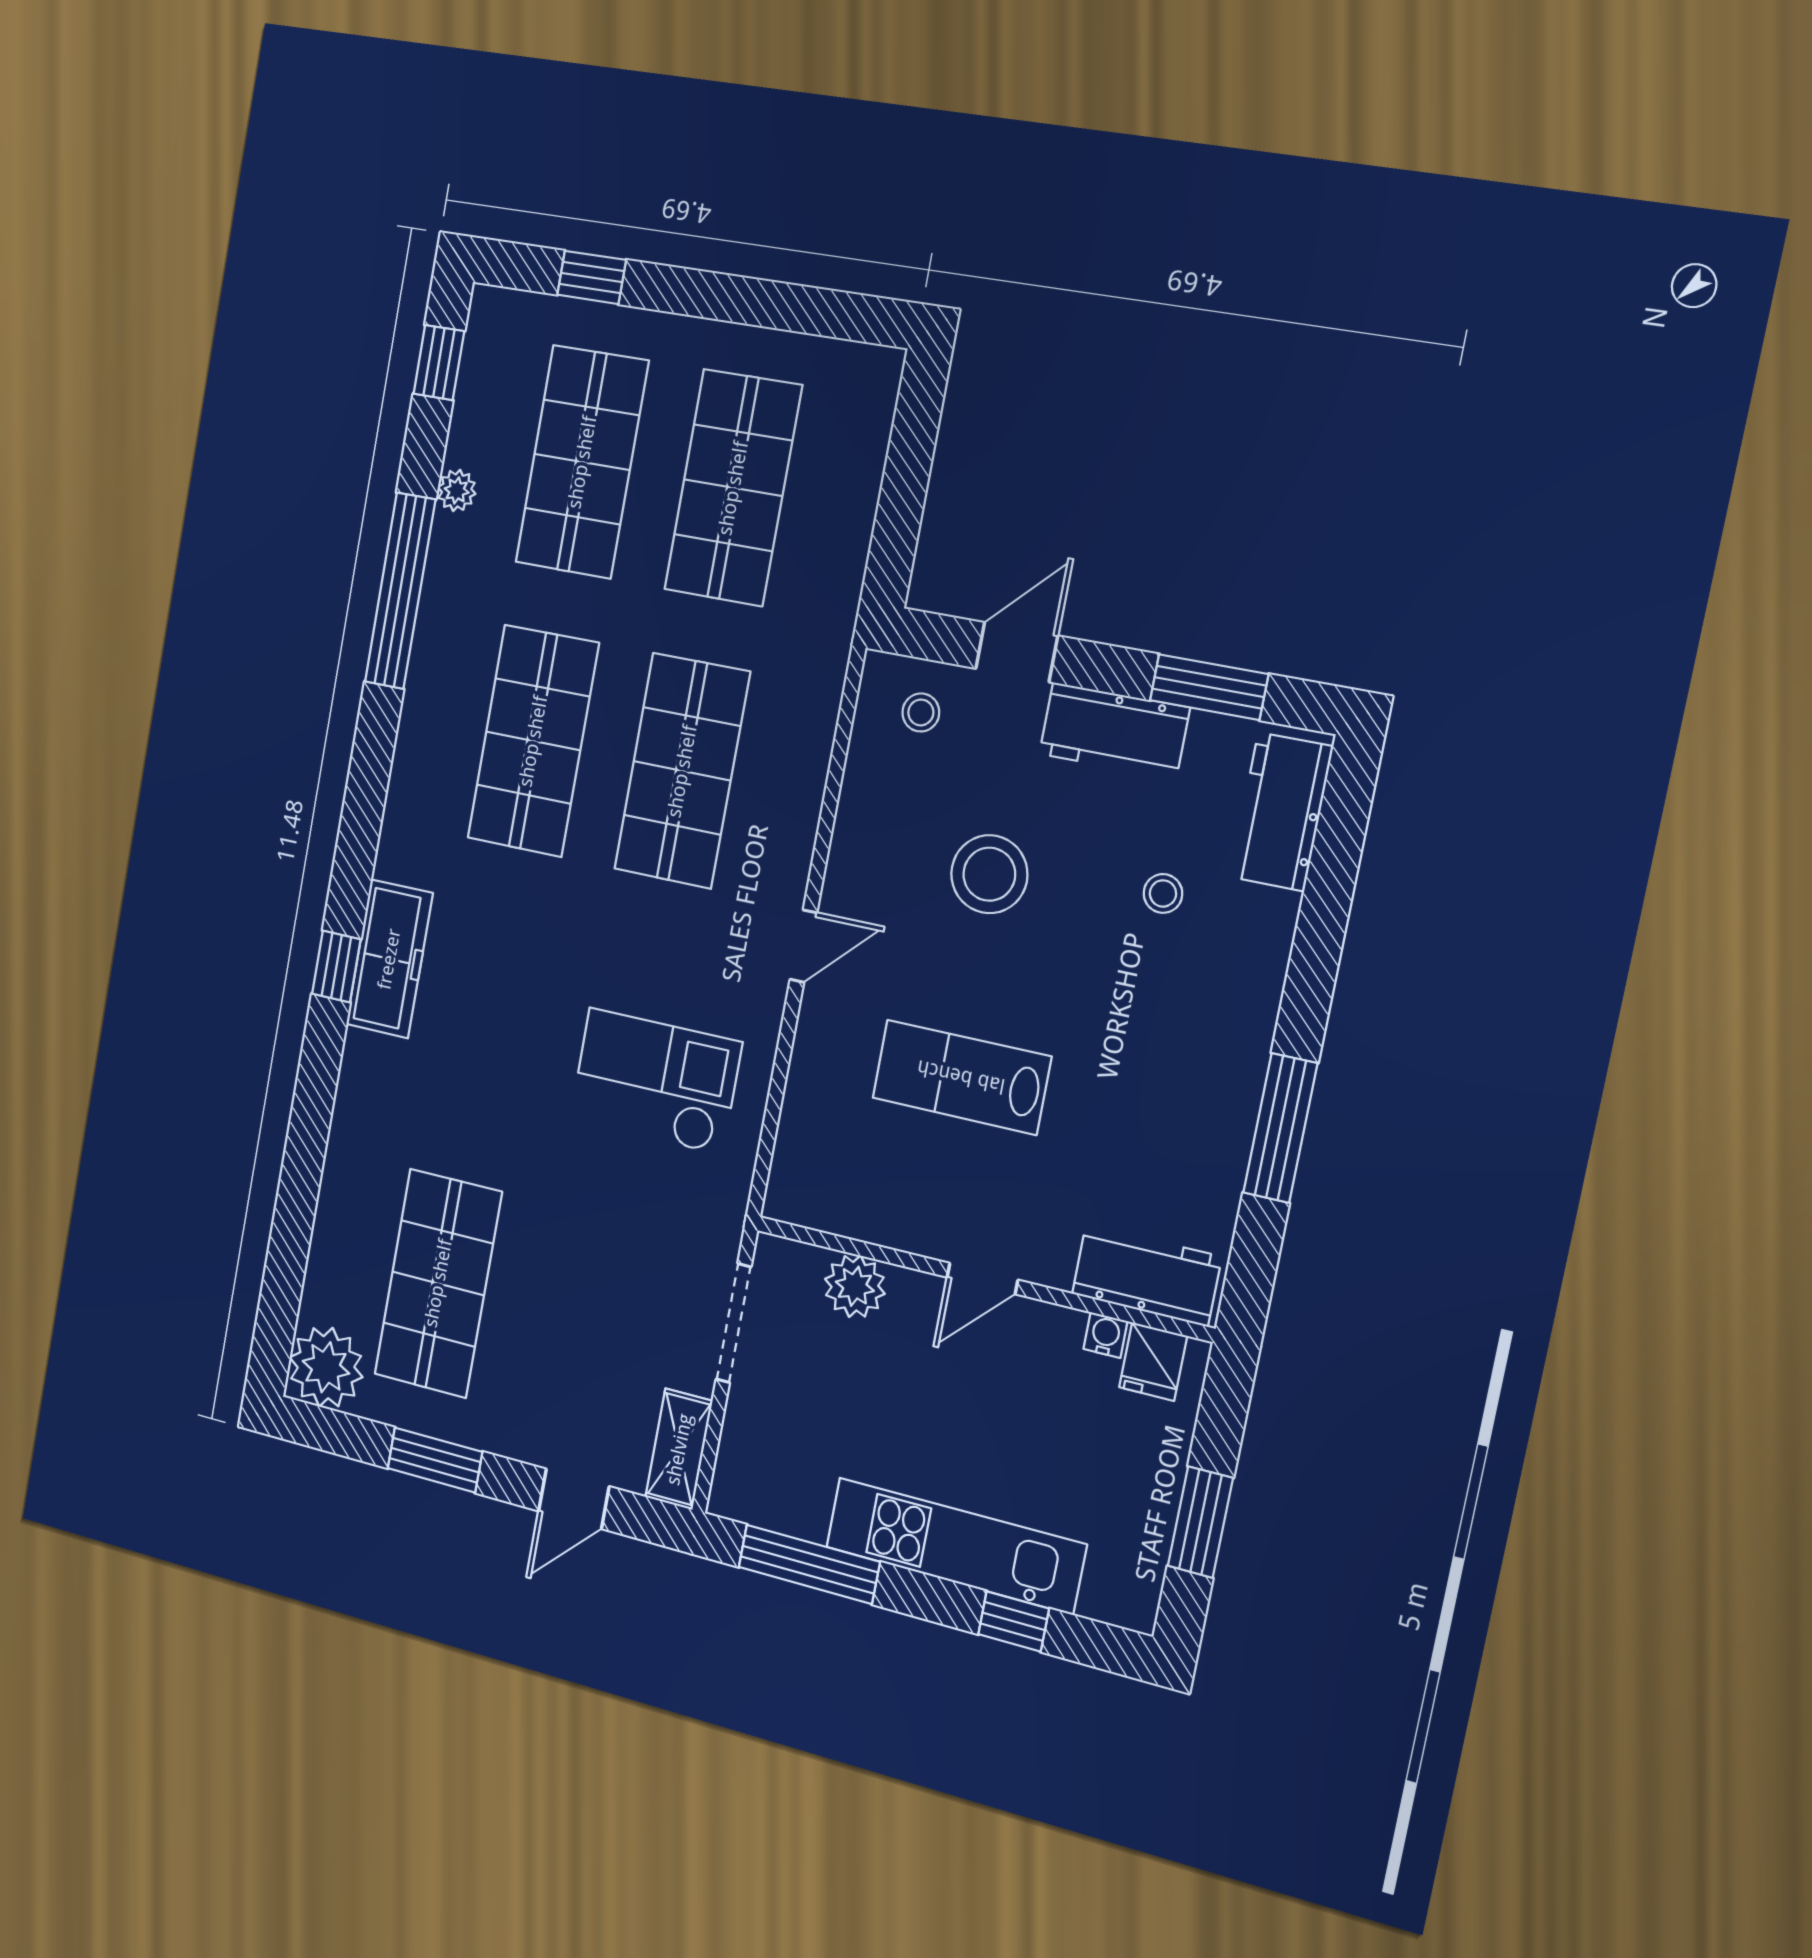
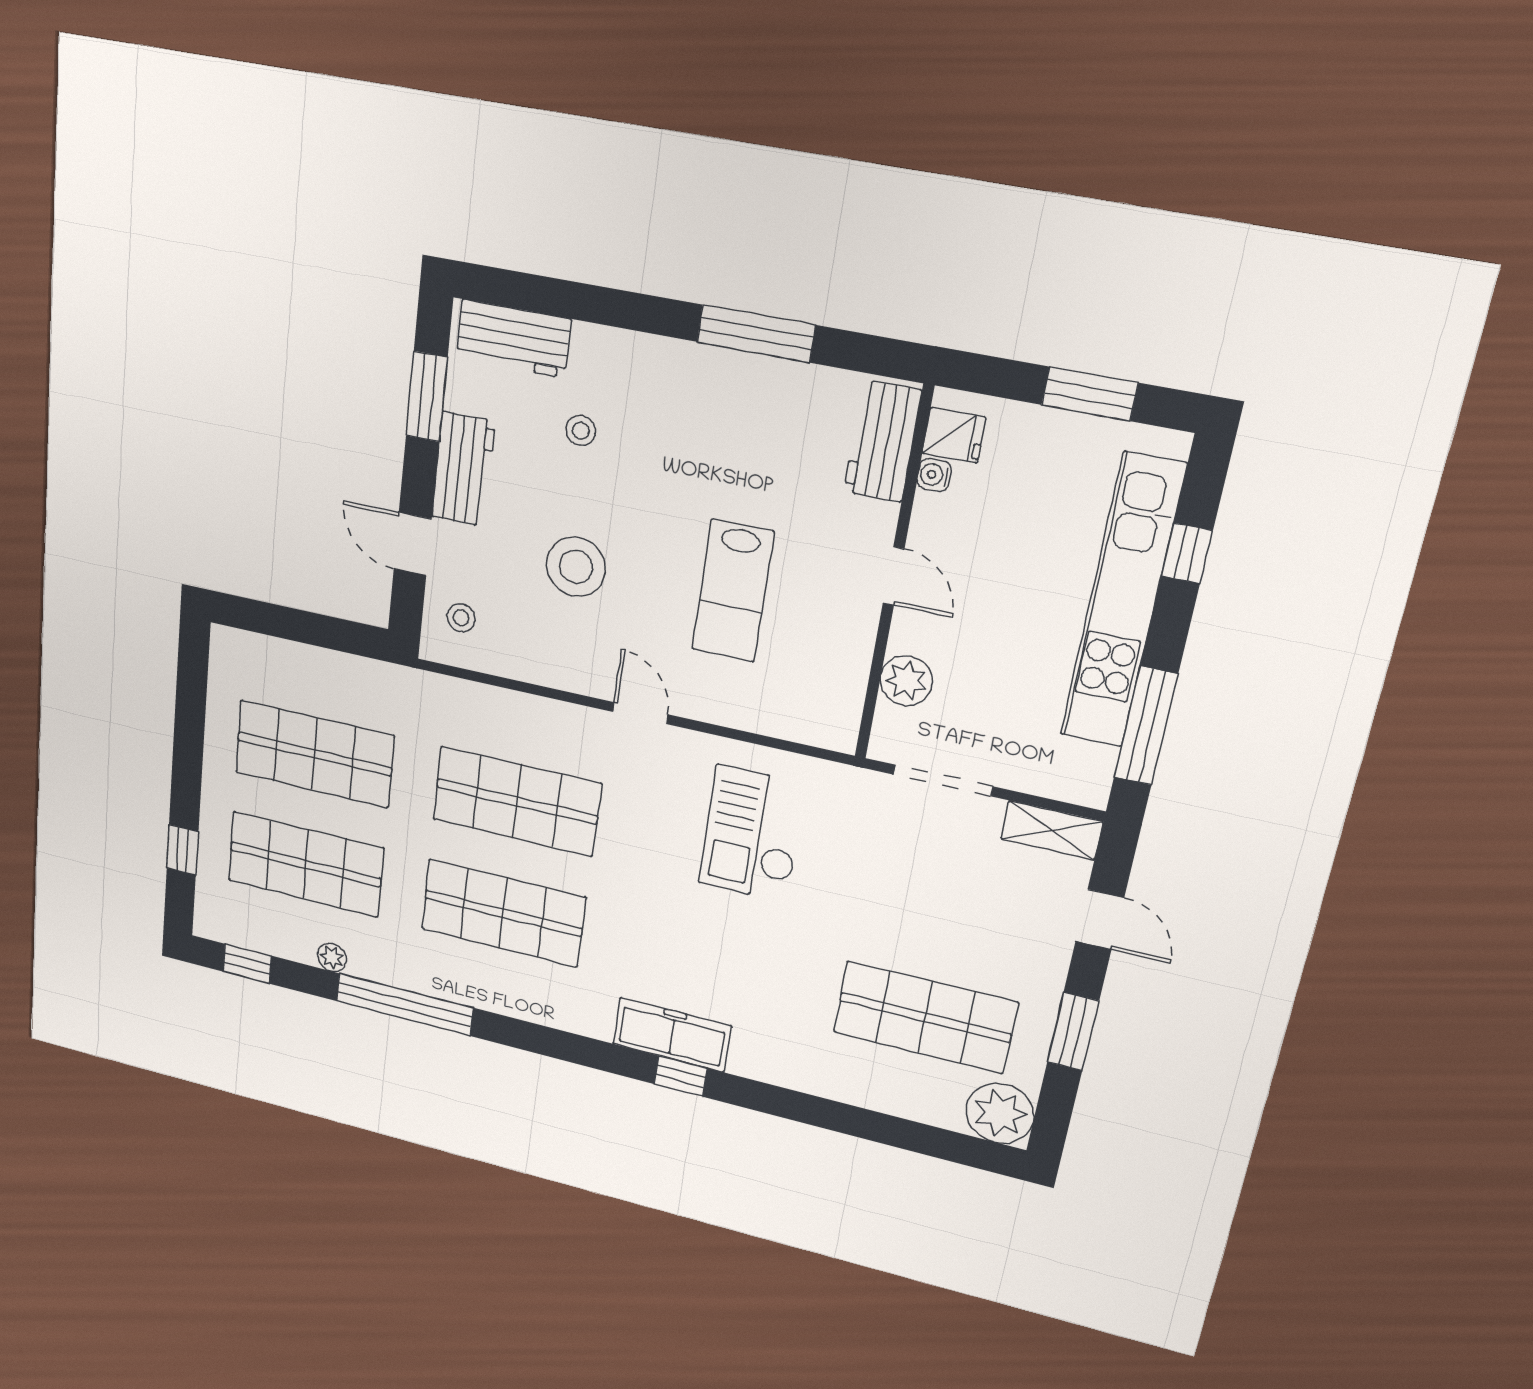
kitchen unit: (955, 1546) -> (1122, 602), width x1.36

